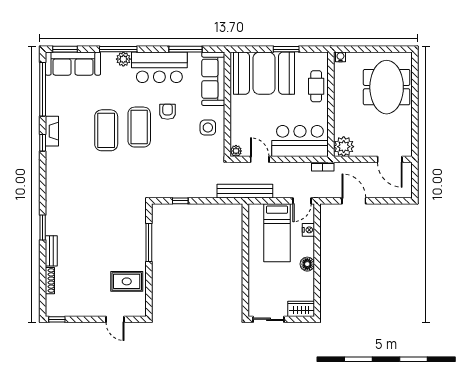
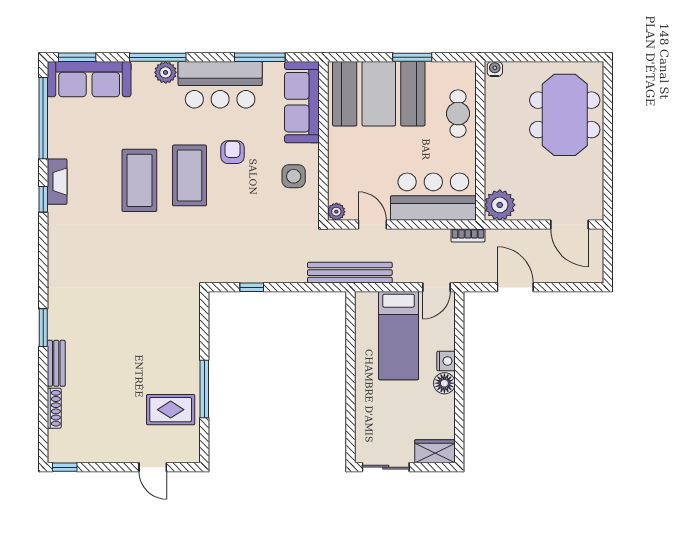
nightstand: (308, 230) -> (446, 361), moved
window: (149, 242) -> (204, 389), moved

